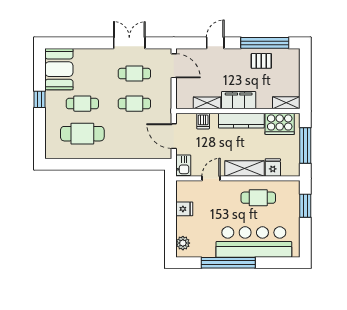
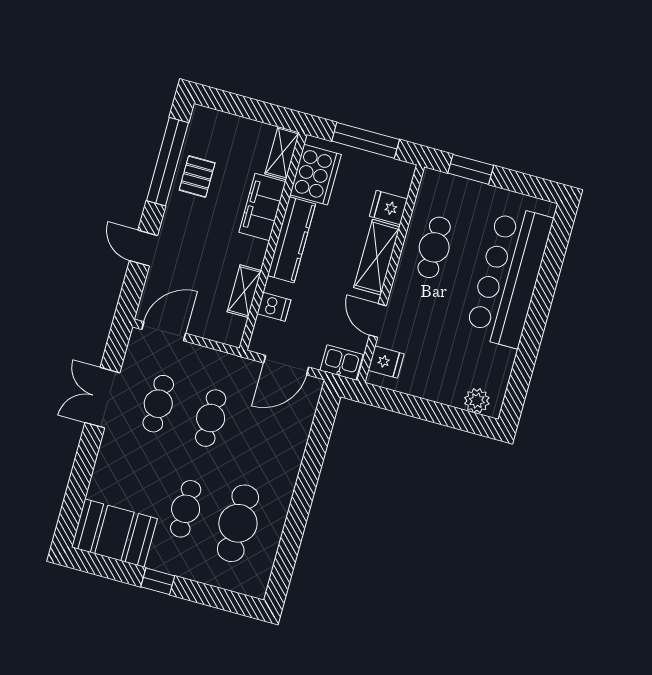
filing cabinet: (239, 100) -> (262, 207), moved
fridge: (184, 209) -> (386, 362), moved, turned 90
window: (228, 263) -> (533, 331), removed

